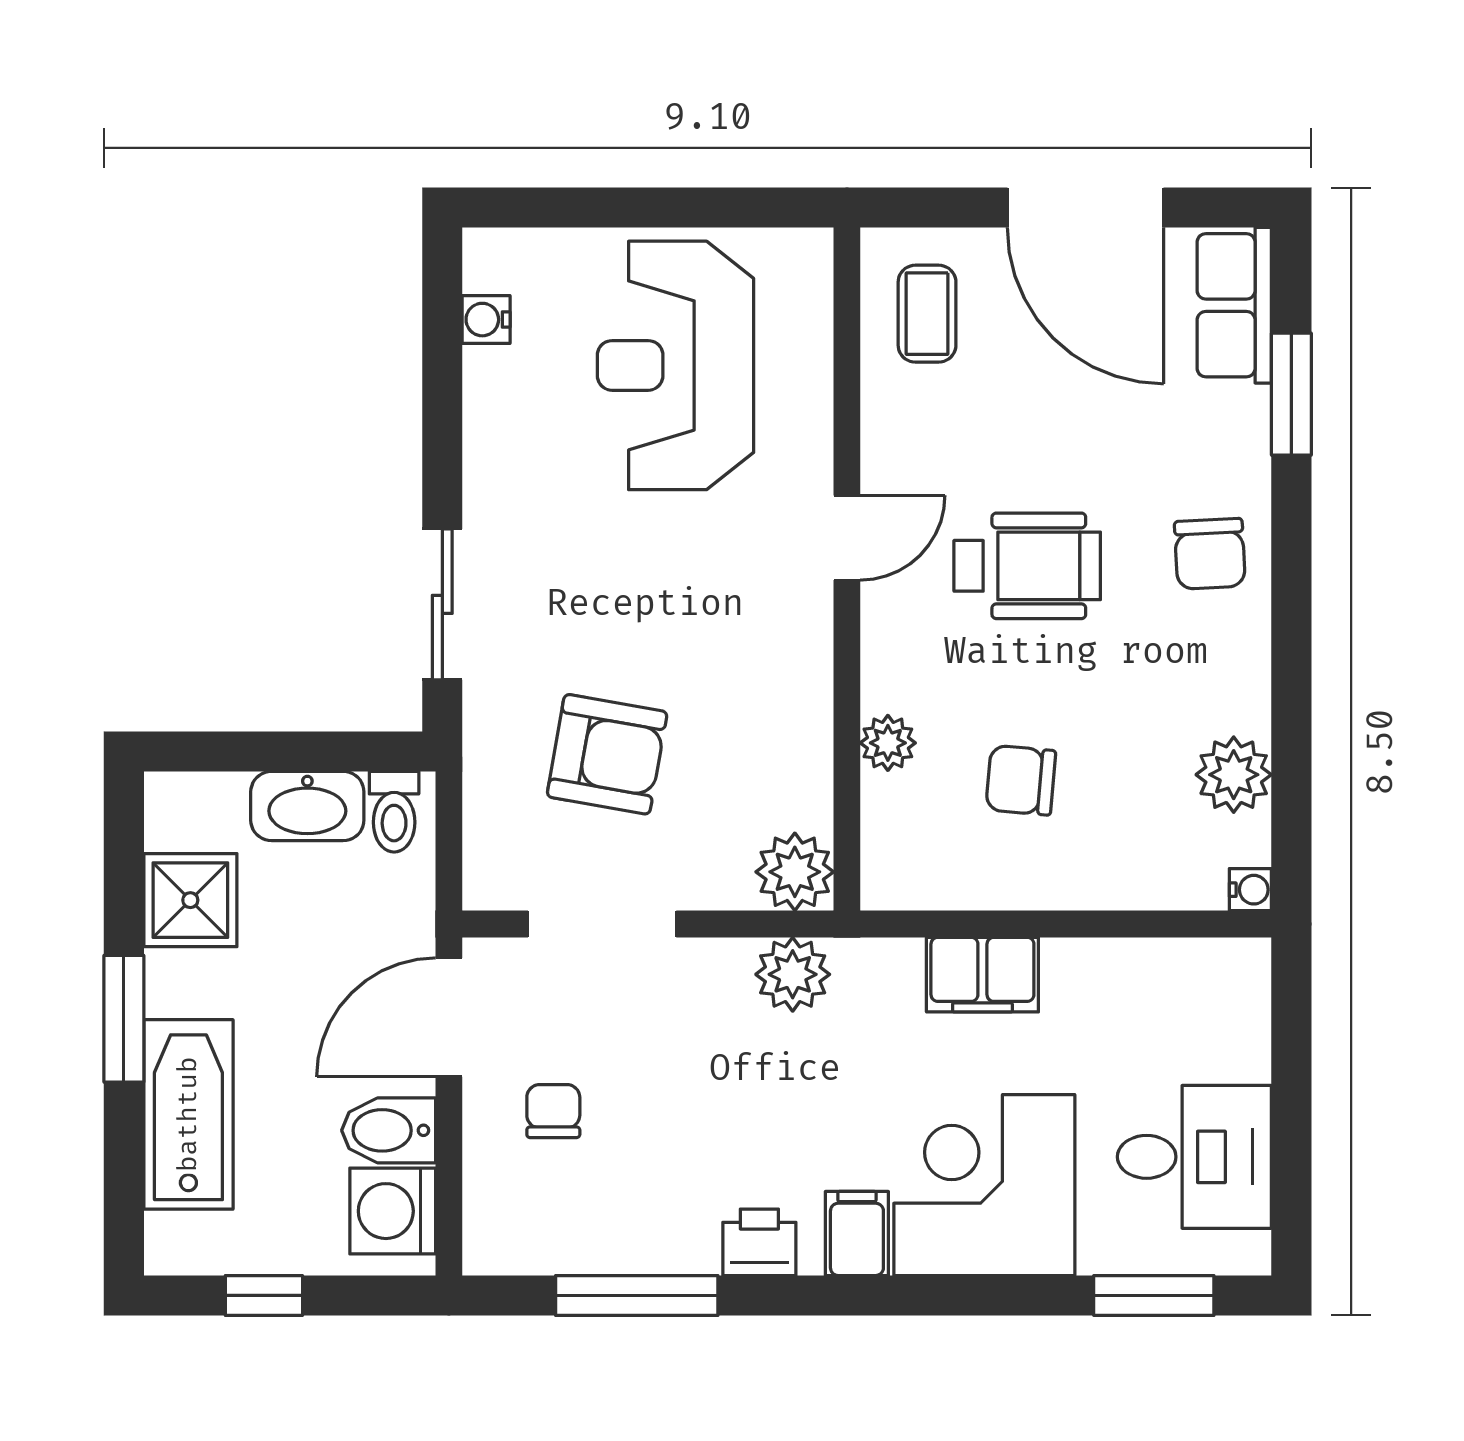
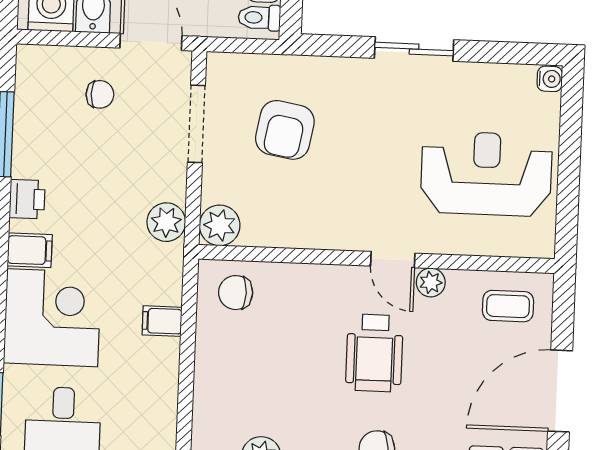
water cooler: (486, 320) -> (550, 79), moved, turned 90
sliding door: (442, 604) -> (414, 49), moved
plant: (888, 743) -> (431, 282), moved
chair: (1021, 780) -> (236, 293), moved, turned -95
filing cabinet: (982, 975) -> (162, 321), width x0.50

